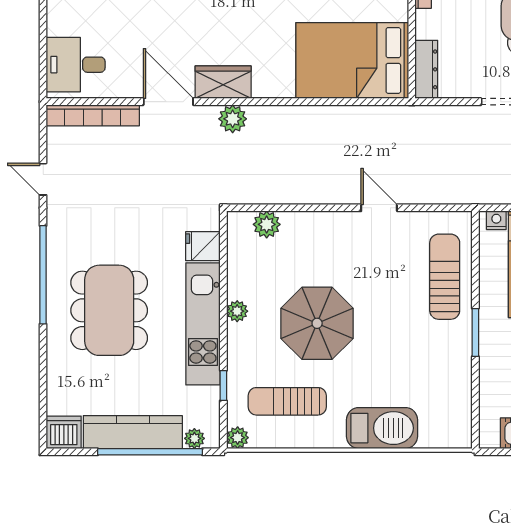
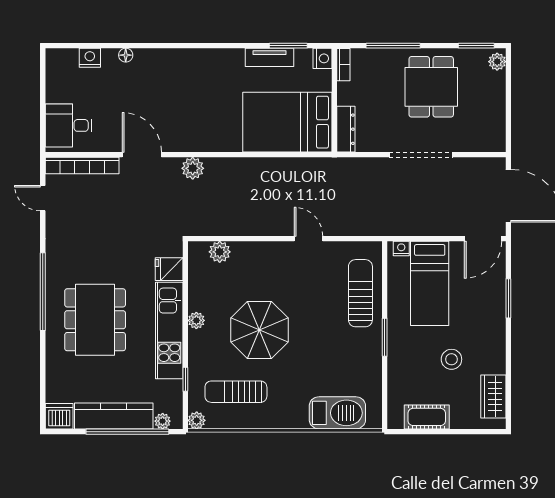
wardrobe: (223, 82) -> (185, 139), removed
door: (43, 179) -> (43, 198), moved
barbecue: (382, 428) -> (337, 413), moved

